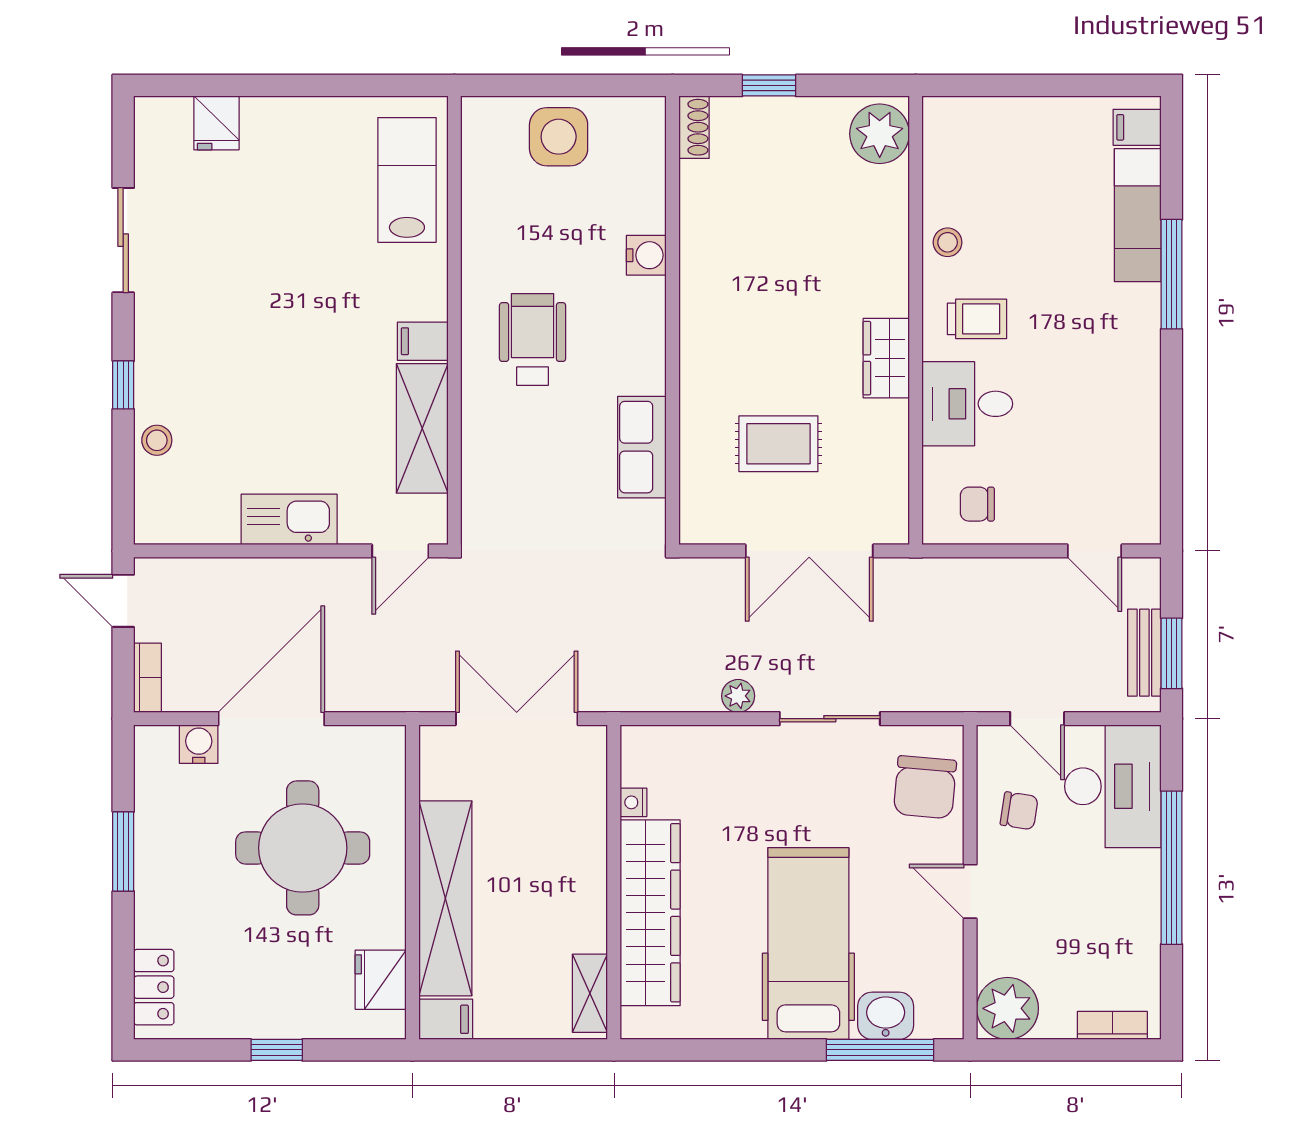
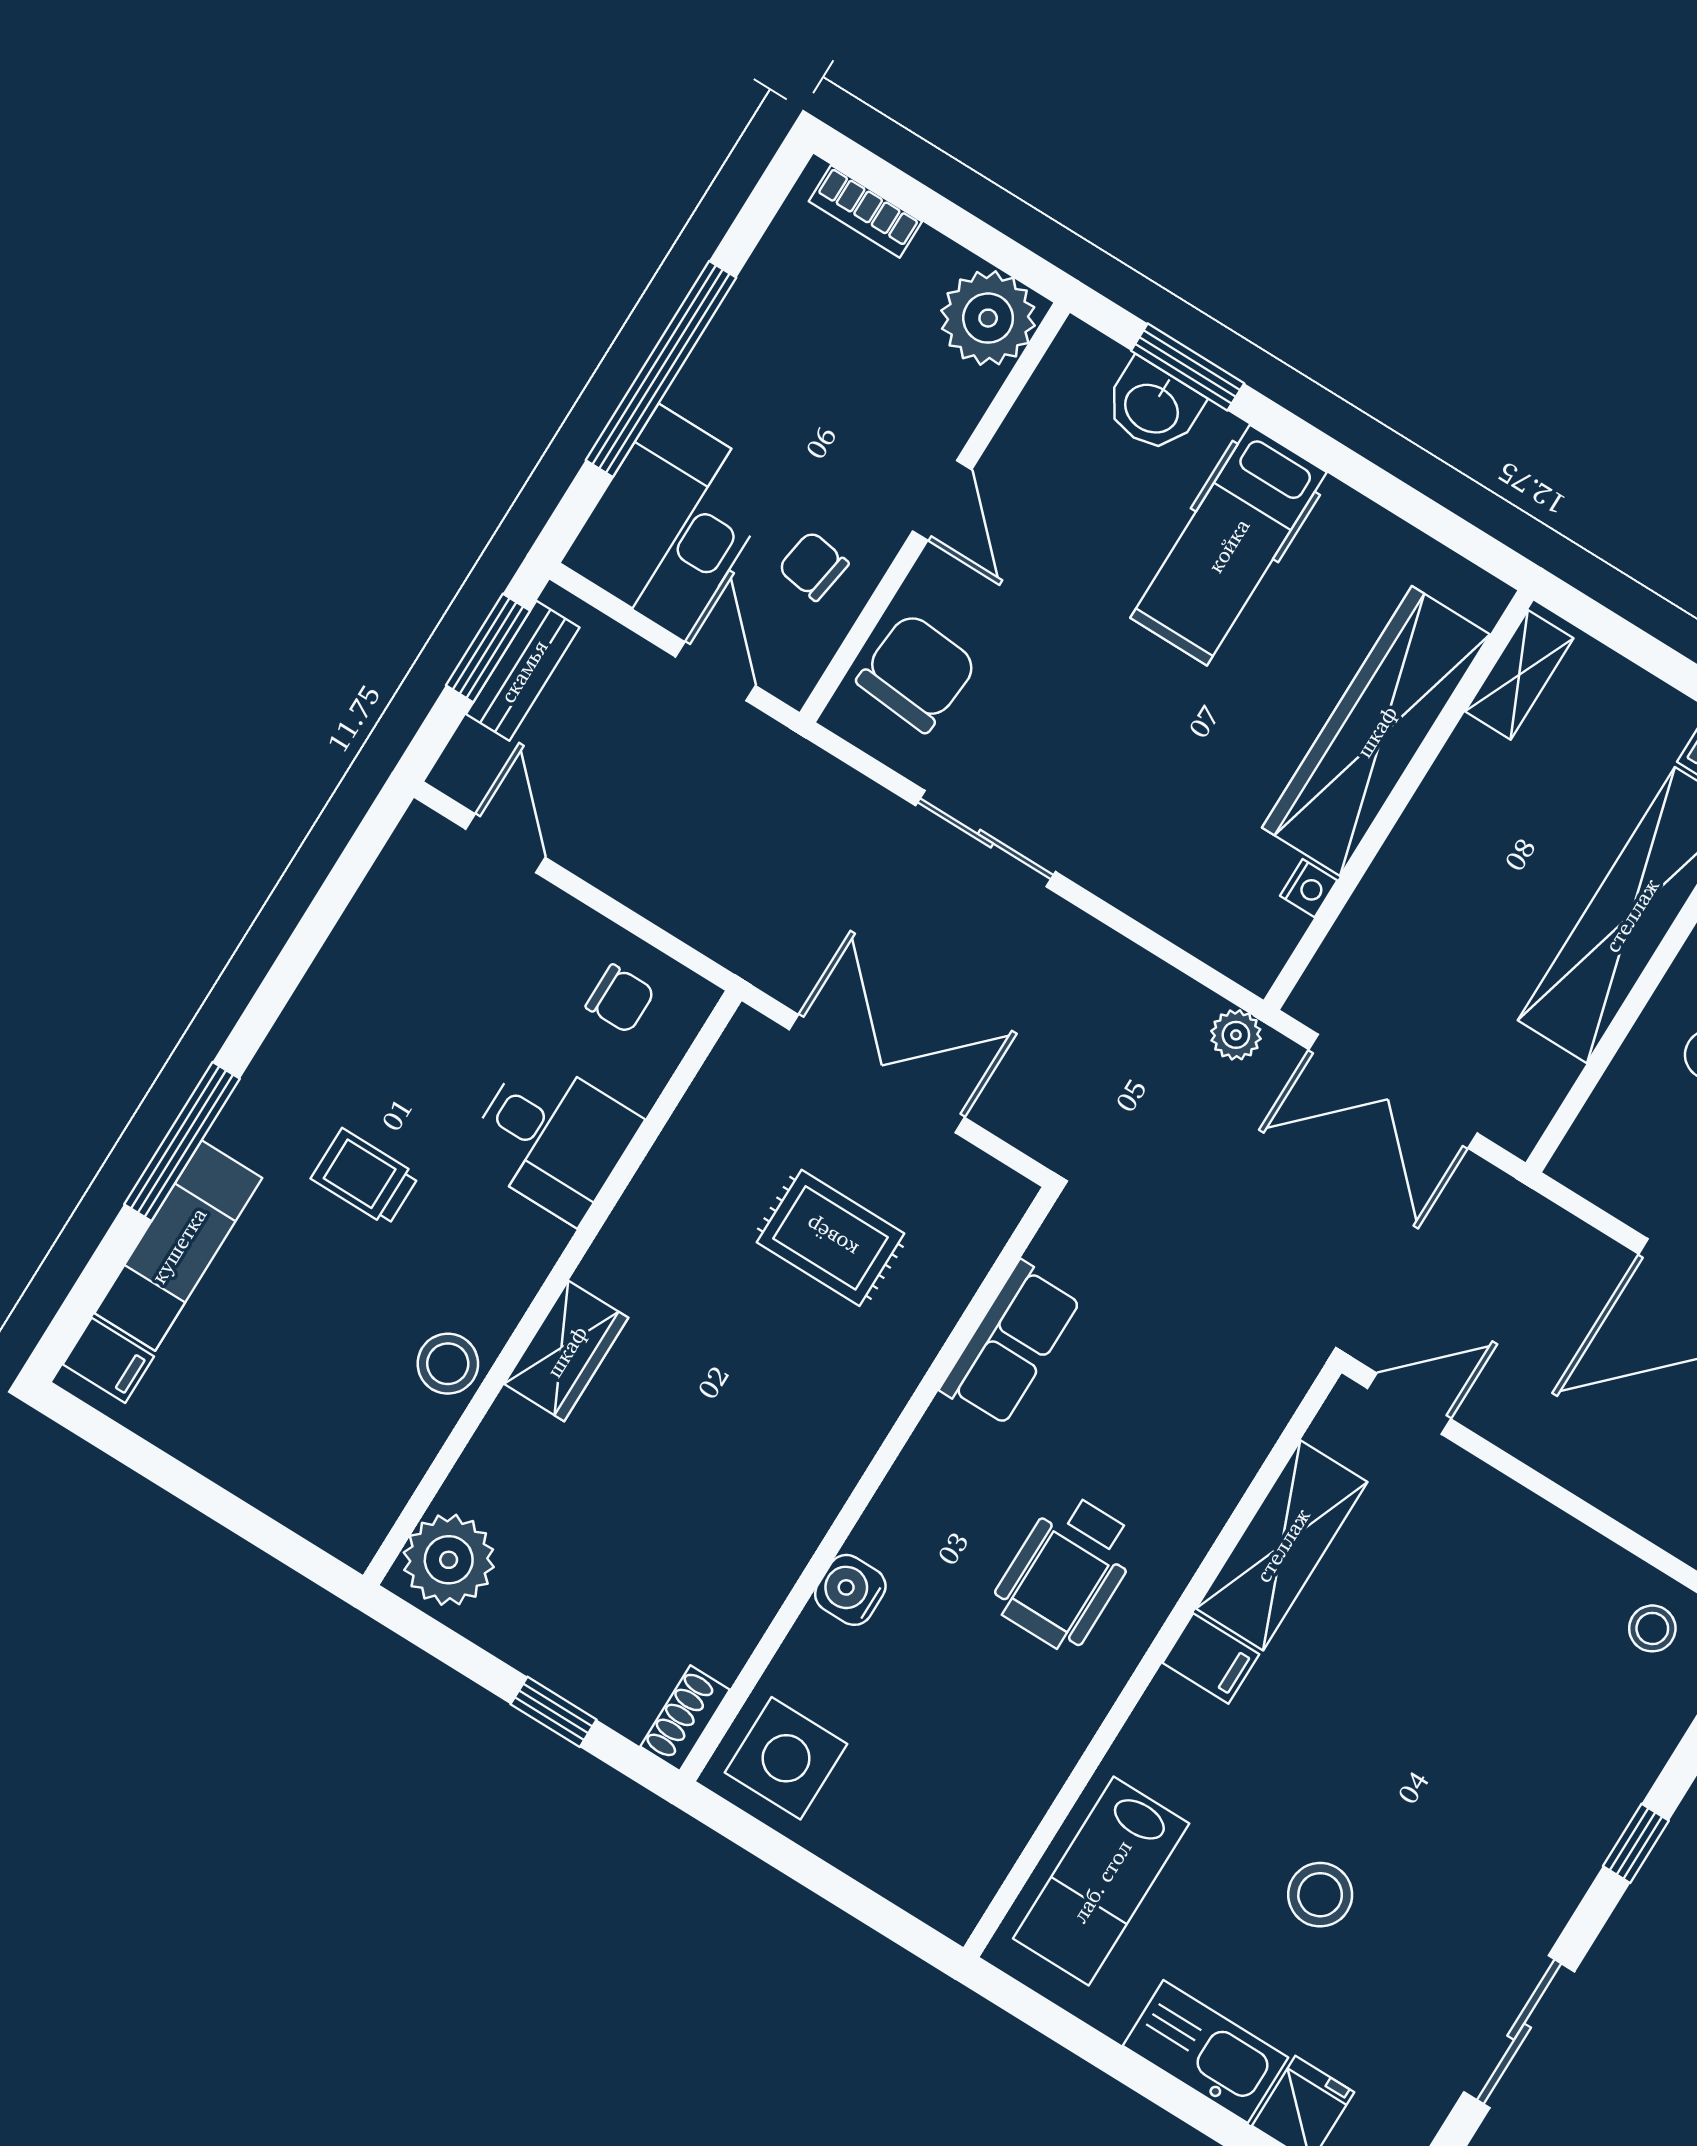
side table: (559, 137) -> (786, 1758), moved
stool: (948, 242) -> (448, 1364), width x1.37, depth x1.37
stool: (281, 248) -> (1320, 1895), added
trolley: (977, 319) -> (365, 1177), moved
wardrobe: (886, 358) -> (566, 1351), moved
stool: (157, 440) -> (1652, 1628), moved
kitchen sink: (289, 519) -> (1205, 2052), moved, turned 180
plant: (738, 696) -> (1236, 1035), moved
hospital bed: (808, 944) -> (1228, 545), width x0.73, depth x0.78
window: (880, 1050) -> (1188, 367), width x0.69

